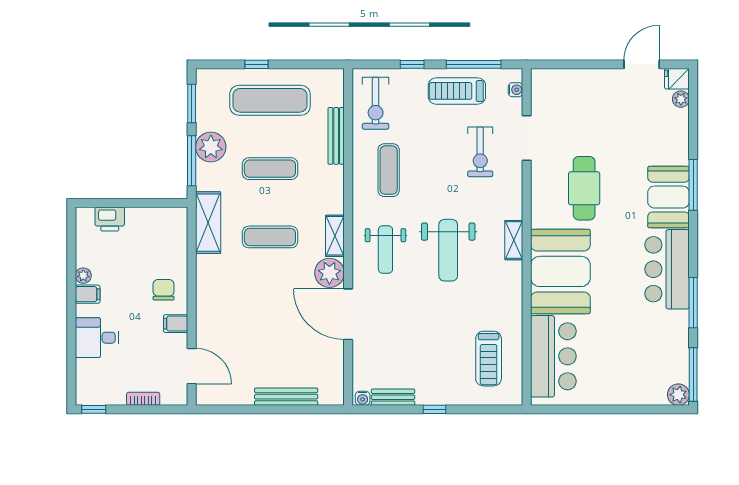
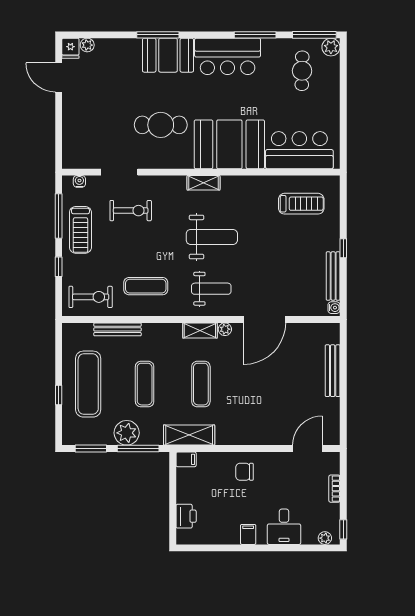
plant: (329, 273) -> (225, 329), width x0.53, depth x0.53
plant: (83, 276) -> (325, 538), moved
filing cabinet: (176, 324) -> (186, 459), moved, turned -90
cafe table: (650, 360) -> (302, 71), added
bench: (393, 397) -> (333, 276), width x1.36

